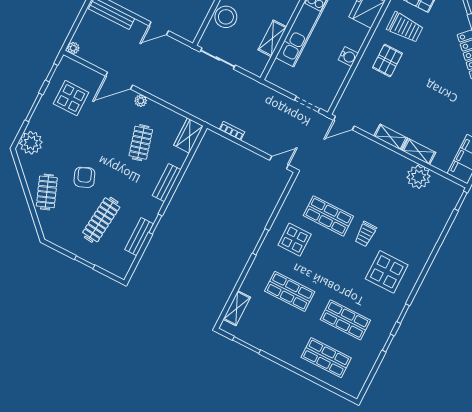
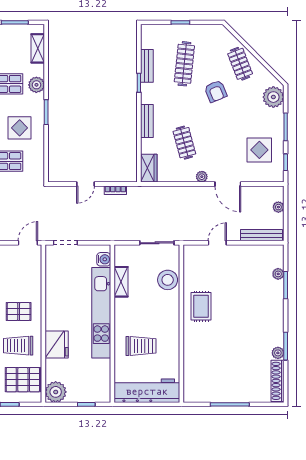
plant: (73, 48) -> (278, 207), moved
water cooler: (348, 57) -> (104, 259), moved, turned 180
pallet: (387, 60) -> (19, 312), turned 90
door: (119, 81) -> (228, 184), swing flipped
door: (279, 162) -> (85, 184), moved
plant: (256, 273) -> (36, 85), added

